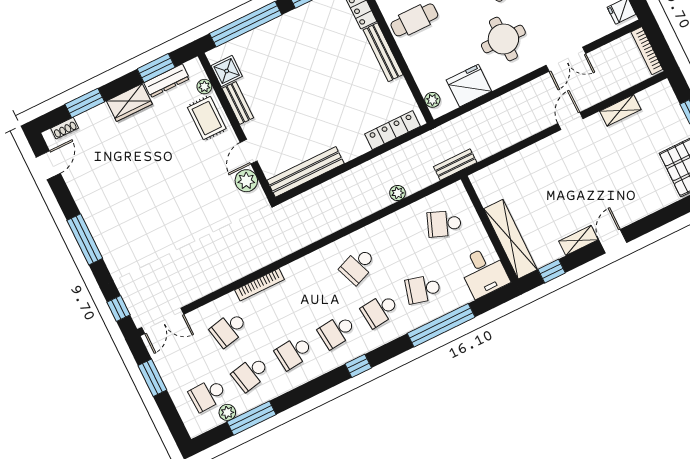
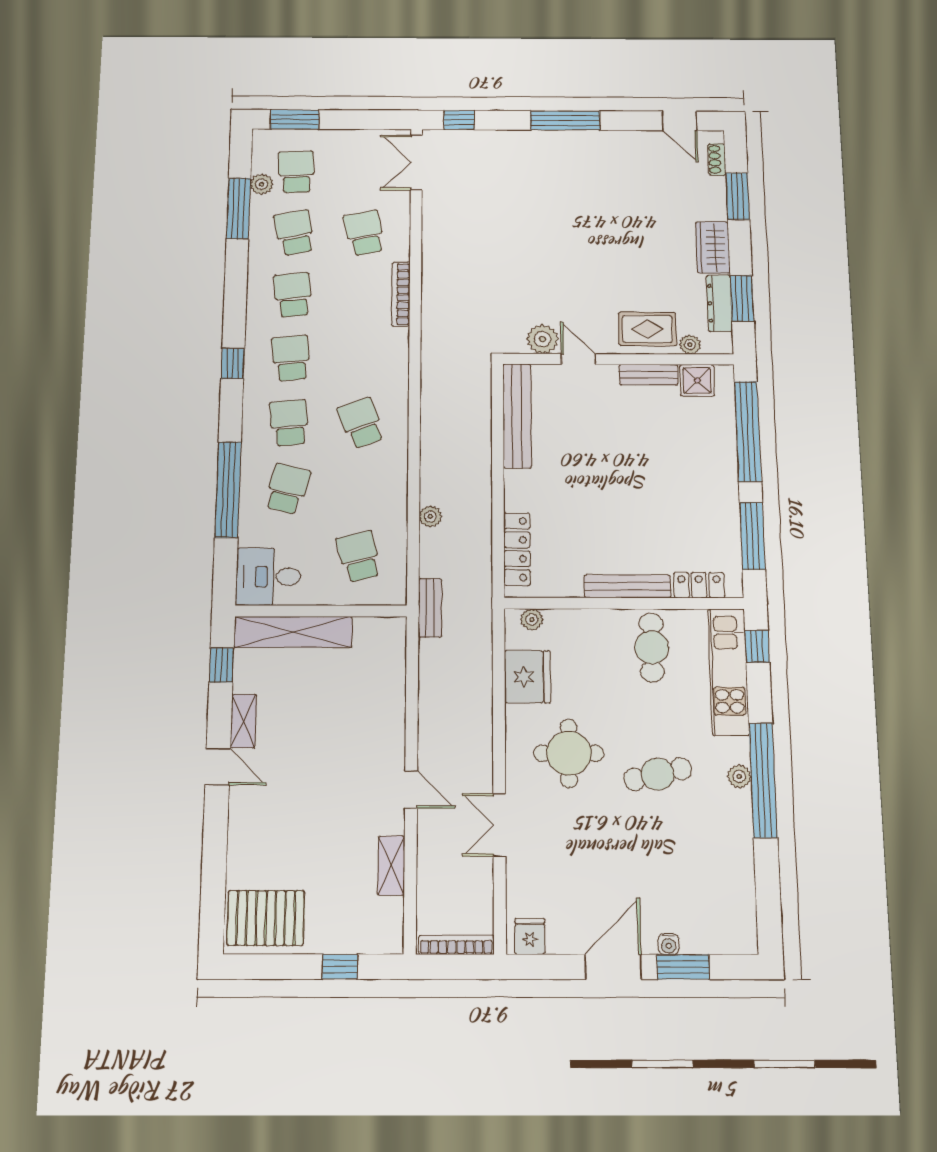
school desk: (444, 224) -> (359, 556), turned -36
window: (152, 378) -> (295, 119), moved

